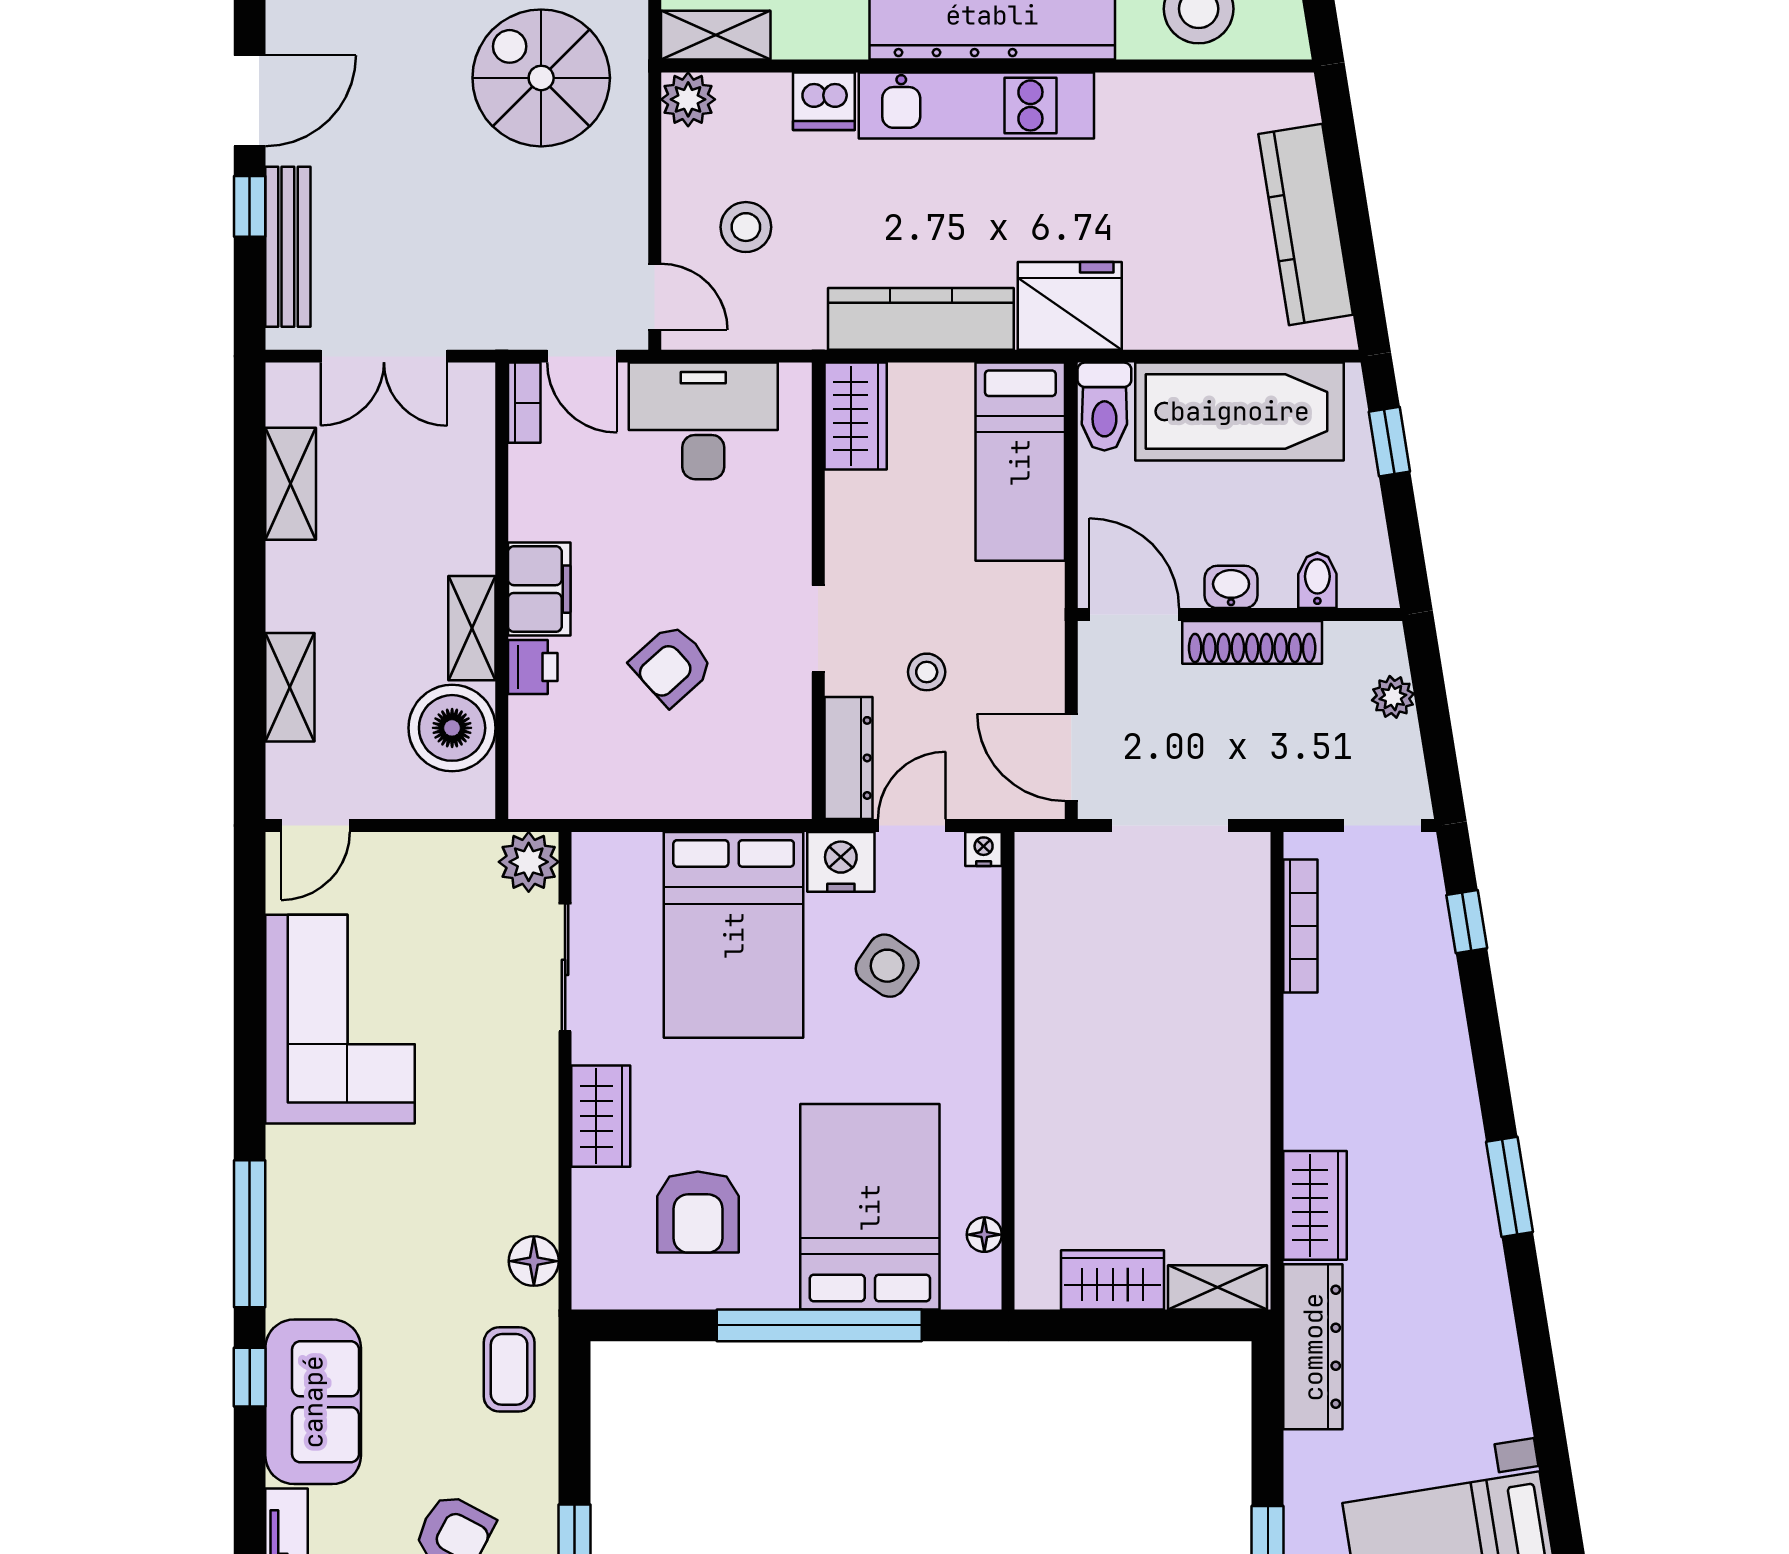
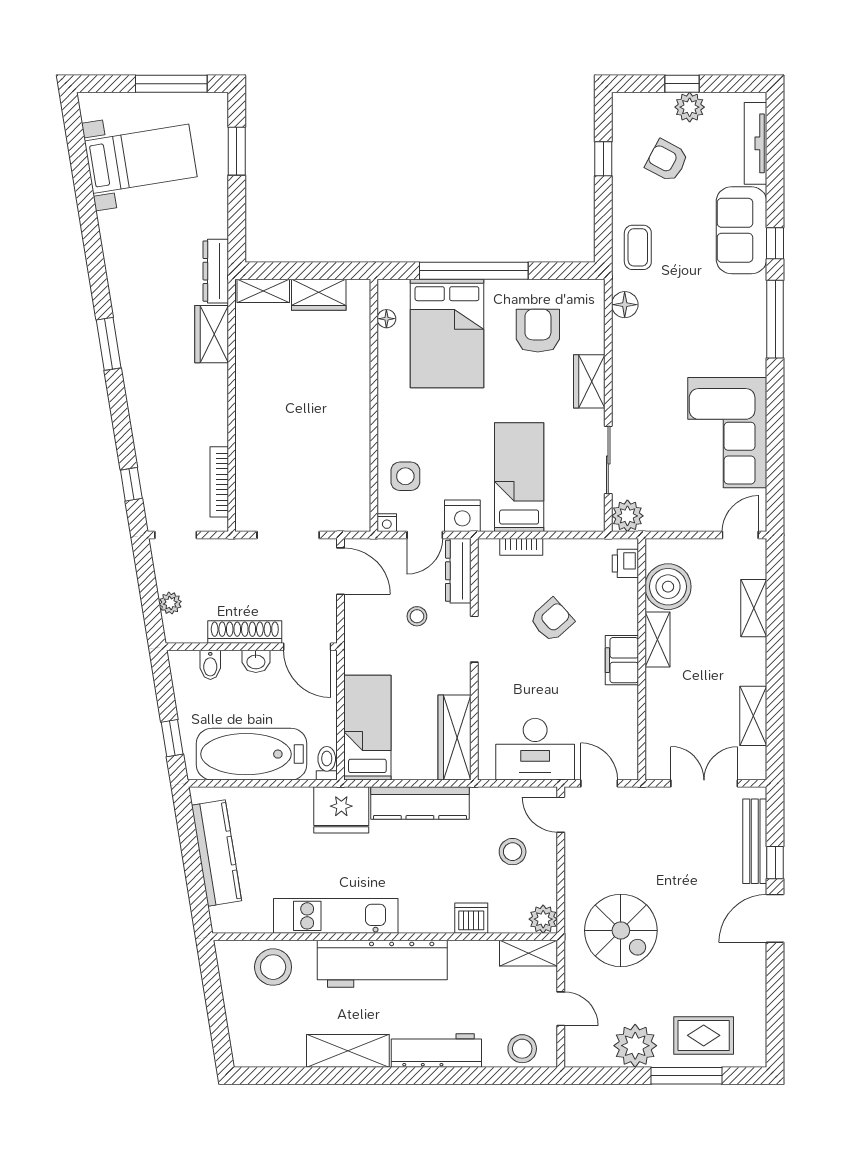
kitchen unit: (976, 105) -> (336, 916), moved
bookcase: (524, 403) -> (521, 547), moved, turned -90
toilet: (1104, 407) -> (327, 763), width x0.73, depth x0.72
wardrobe: (856, 416) -> (455, 737), width x1.50
printer: (533, 667) -> (625, 563), moved
bed: (734, 935) -> (519, 477), width x0.67
side table: (887, 966) -> (405, 476), moved, turned -35
dresser: (1313, 1347) -> (216, 271), width x0.73, depth x0.80

